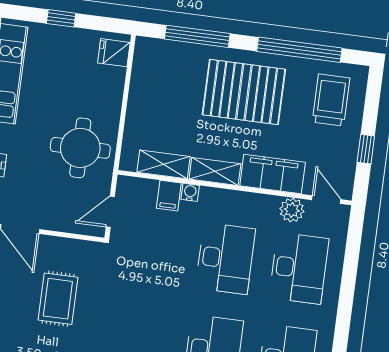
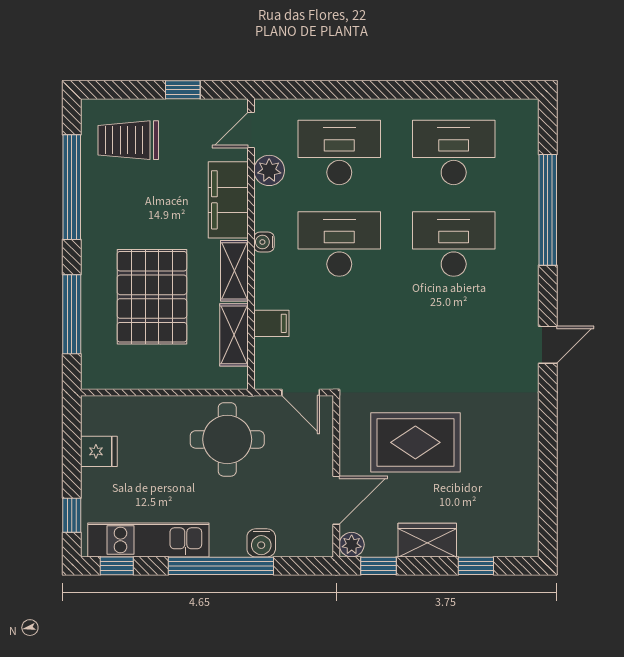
window: (61, 18) -> (72, 515), moved
fridge: (114, 53) -> (99, 451), moved, turned -90
pallet: (244, 92) -> (152, 297), moved
water cooler: (190, 192) -> (264, 242), moved
rug: (58, 299) -> (415, 442), width x1.36, depth x1.43

